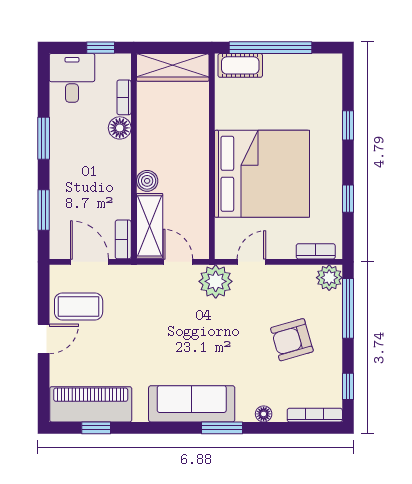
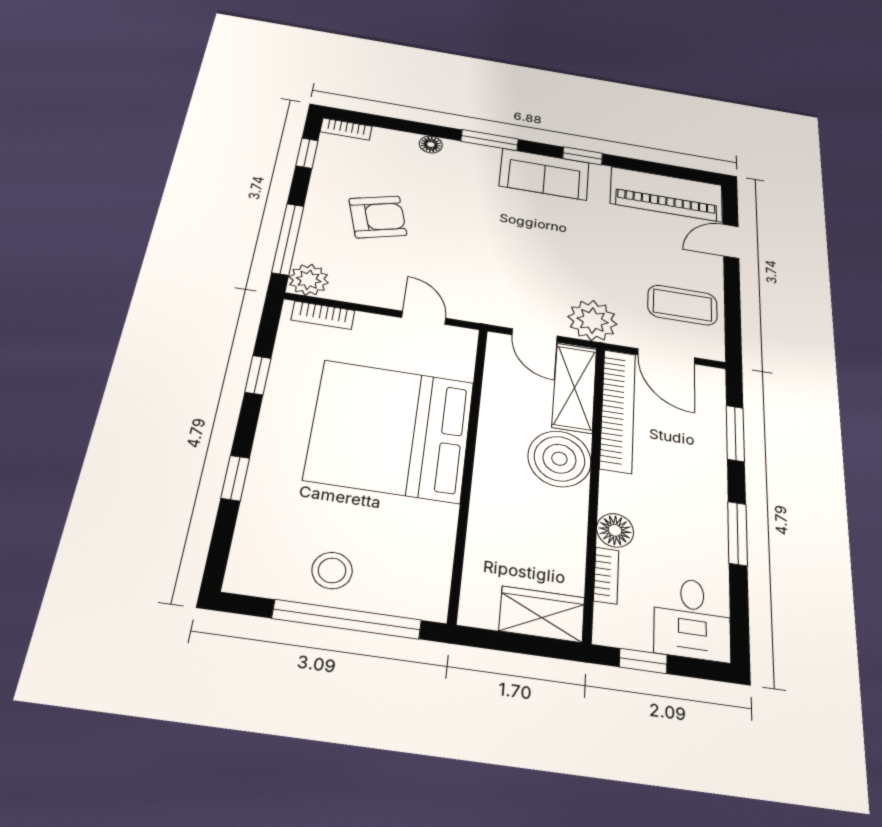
cot: (240, 65) -> (404, 598), removed
wardrobe: (173, 67) -> (542, 614), width x0.67
stool: (283, 76) -> (332, 570), added
boiler: (147, 181) -> (559, 459), width x1.86, depth x1.86
bookcase: (123, 239) -> (618, 410), width x2.31, depth x1.31
door: (251, 262) -> (424, 318), swing flipped
plant: (216, 281) -> (592, 320), moved
door: (44, 339) -> (731, 241), moved
sofa: (192, 404) -> (544, 174), width x0.73
bookcase: (315, 415) -> (346, 129), width x0.64
window: (96, 428) -> (583, 156), moved

